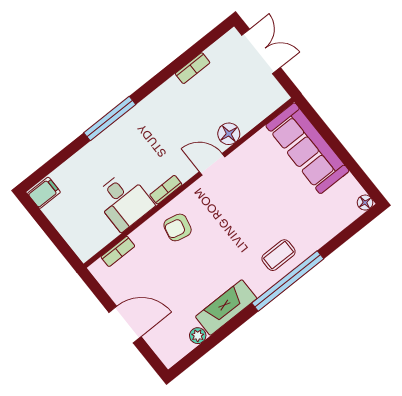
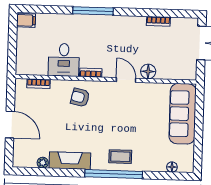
floor lamp: (365, 203) -> (172, 167), moved

